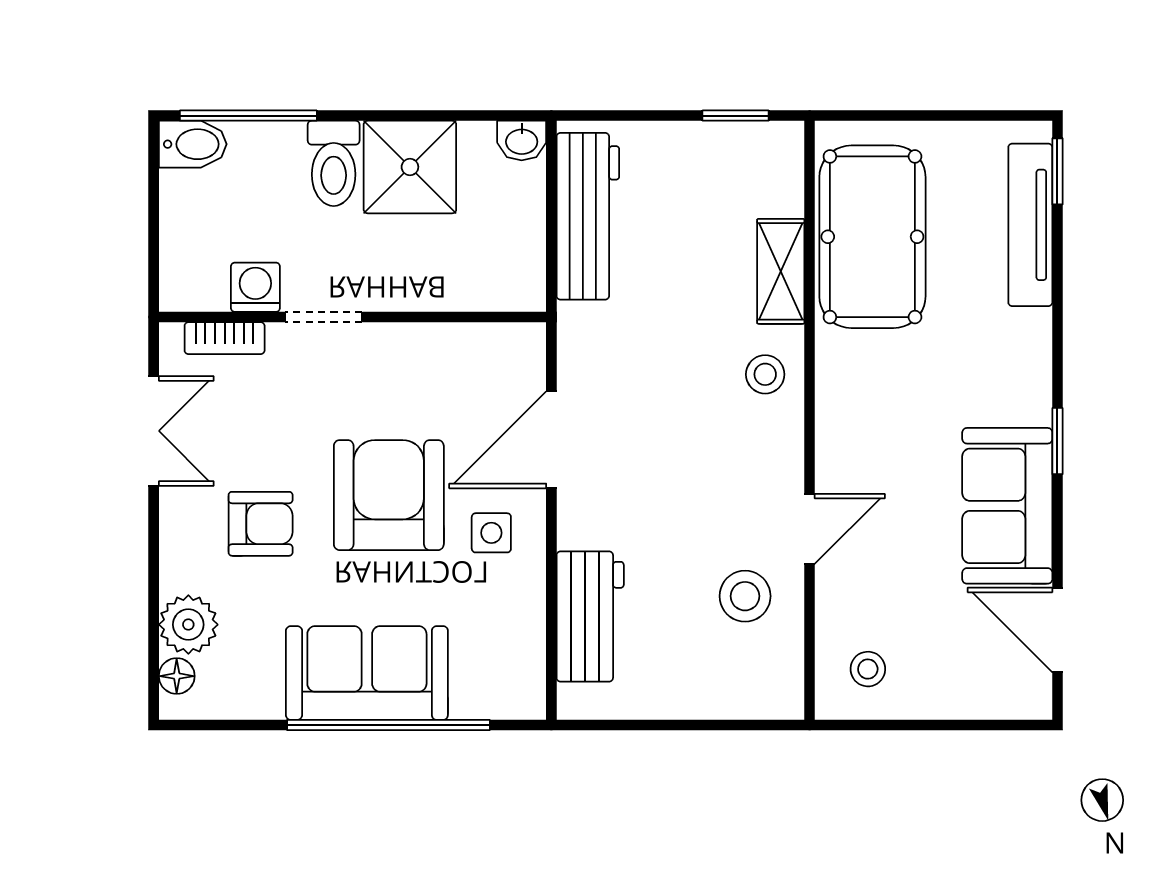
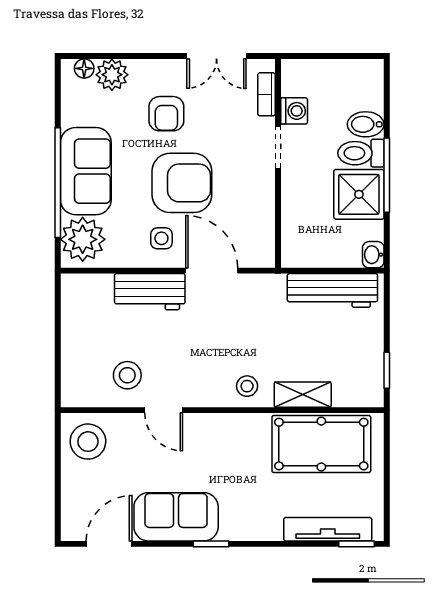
window: (248, 116) -> (387, 175), moved
bidet: (193, 144) -> (366, 124), moved, turned 90
workbench: (590, 616) -> (150, 292), moved
stool: (868, 669) -> (88, 442), width x1.89, depth x1.89
plant: (493, 679) -> (83, 239), added

